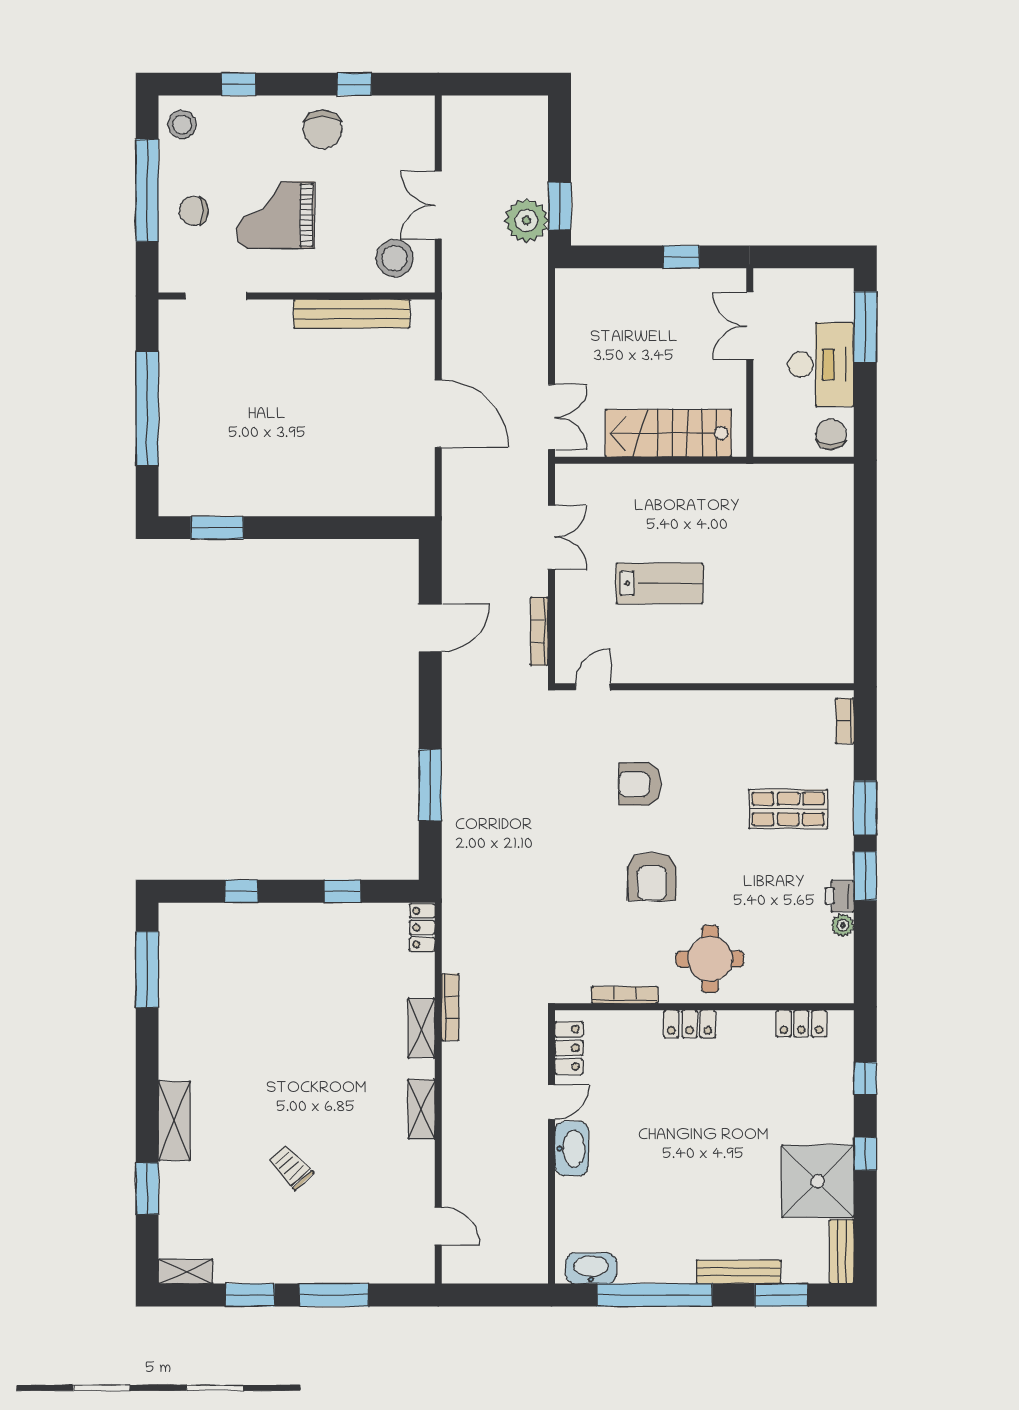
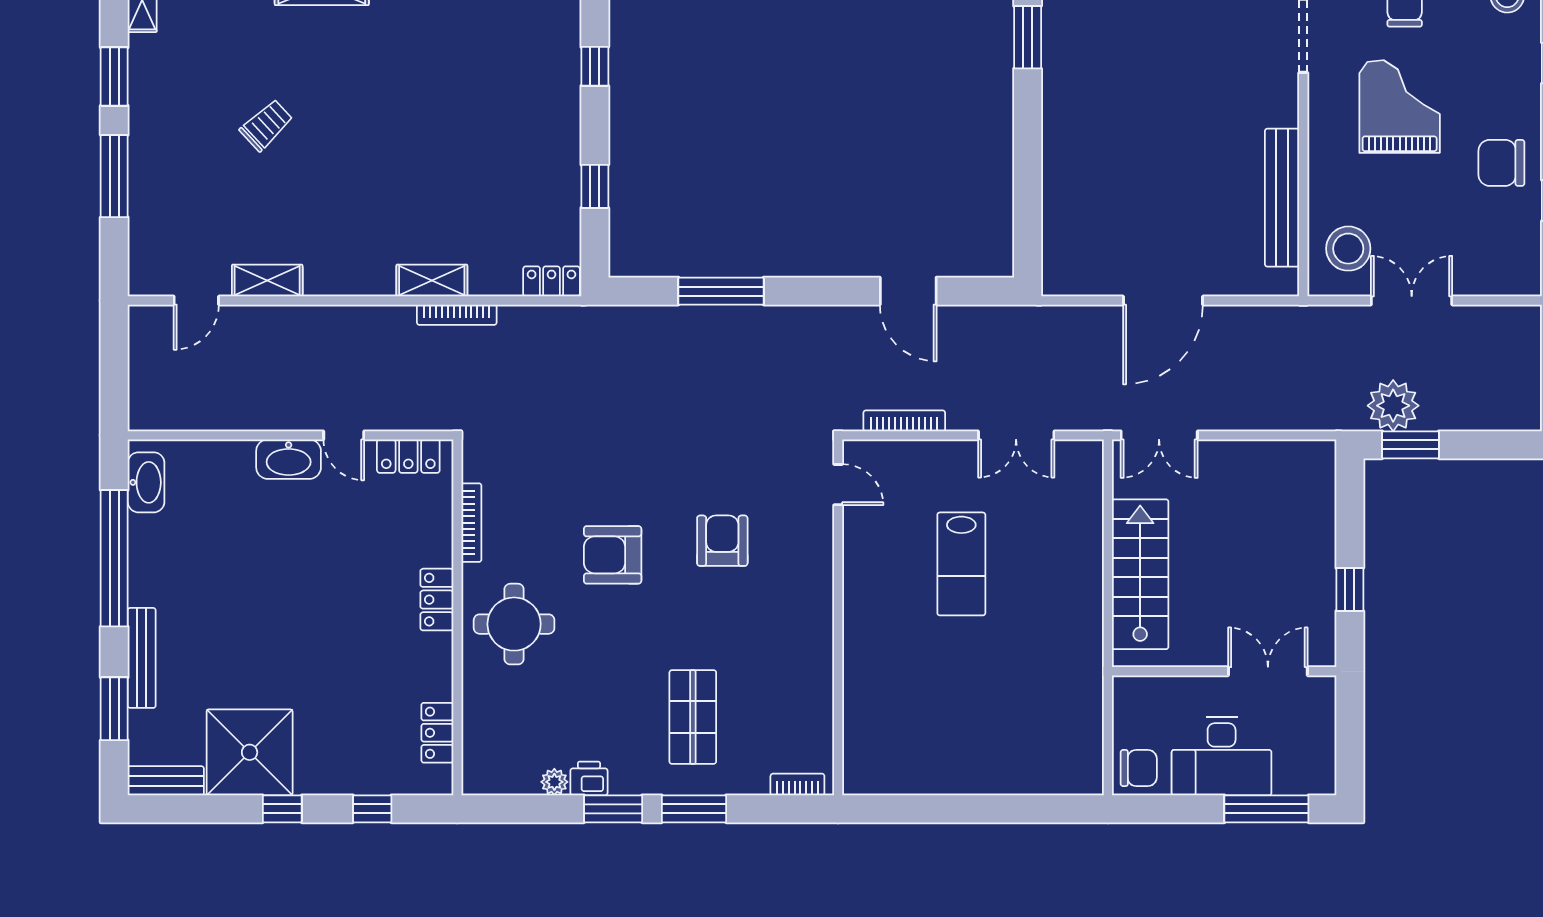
shelving: (421, 1109) -> (267, 281), moved

